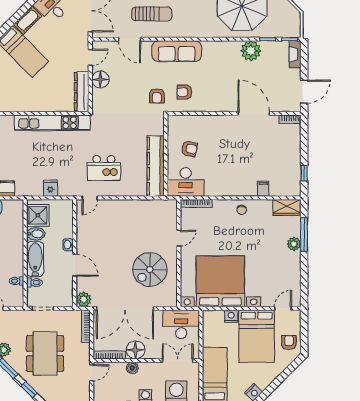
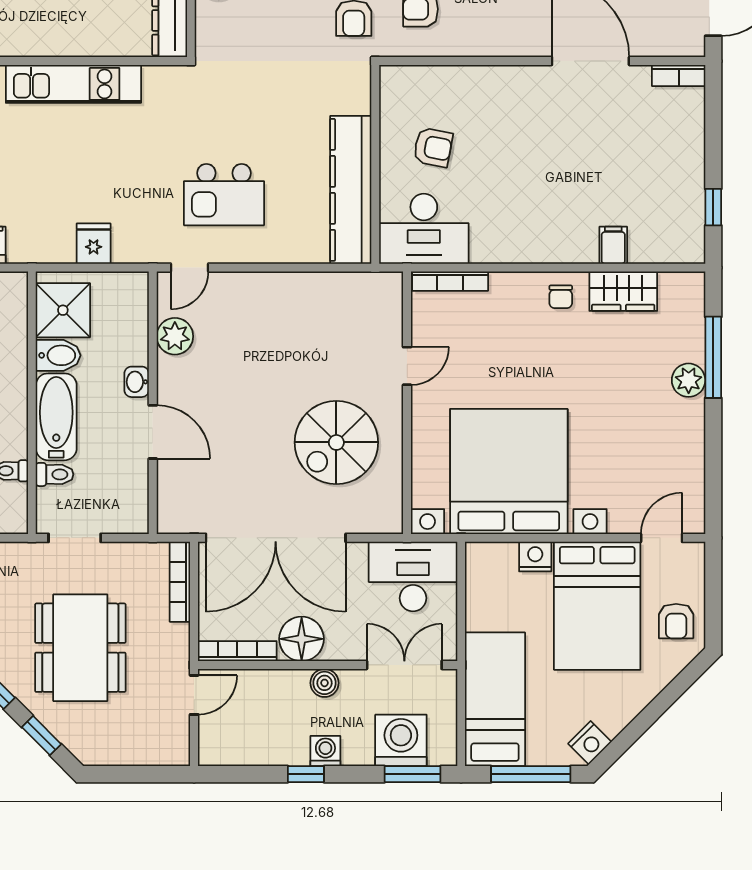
kitchen unit: (52, 123) -> (73, 84), width x0.73
wardrobe: (287, 208) -> (623, 291), moved
plant: (84, 299) -> (175, 336), moved
armchair: (289, 343) -> (676, 621), turned 180
boiler: (132, 368) -> (324, 683), moved

